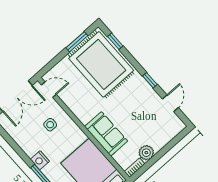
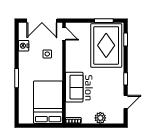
plant: (146, 153) -> (100, 118), moved
nightstand: (40, 160) -> (24, 46), moved

